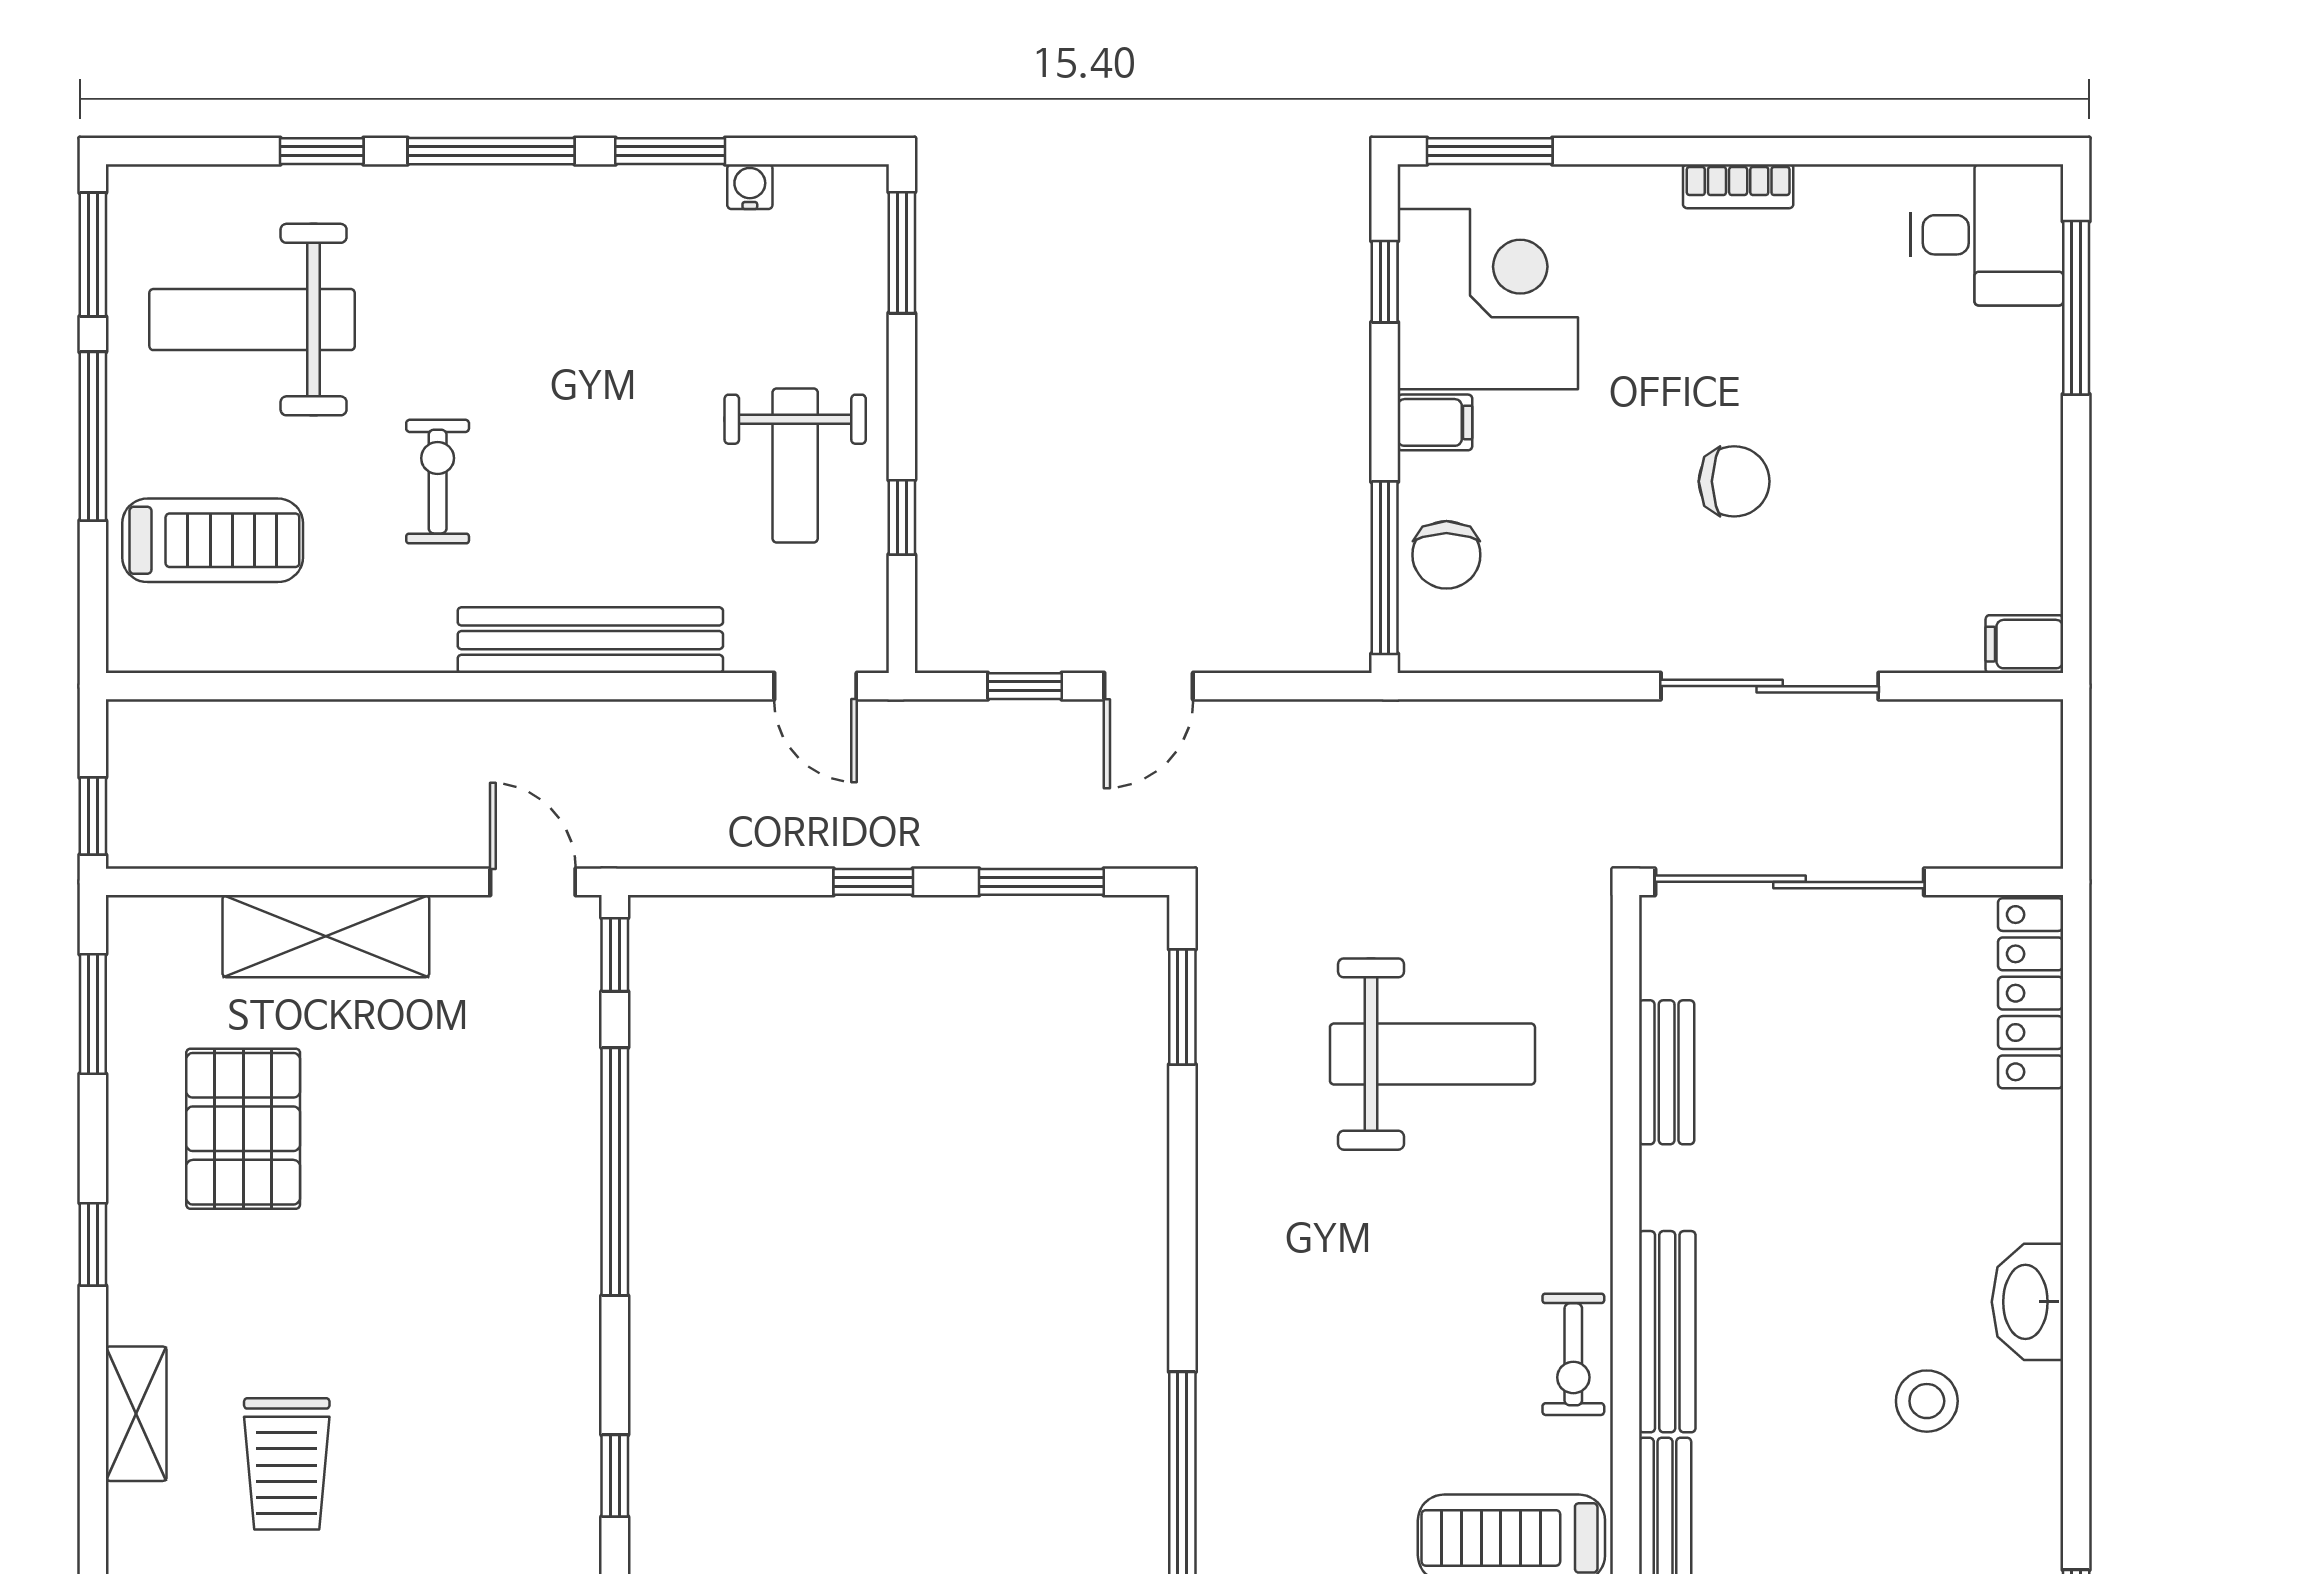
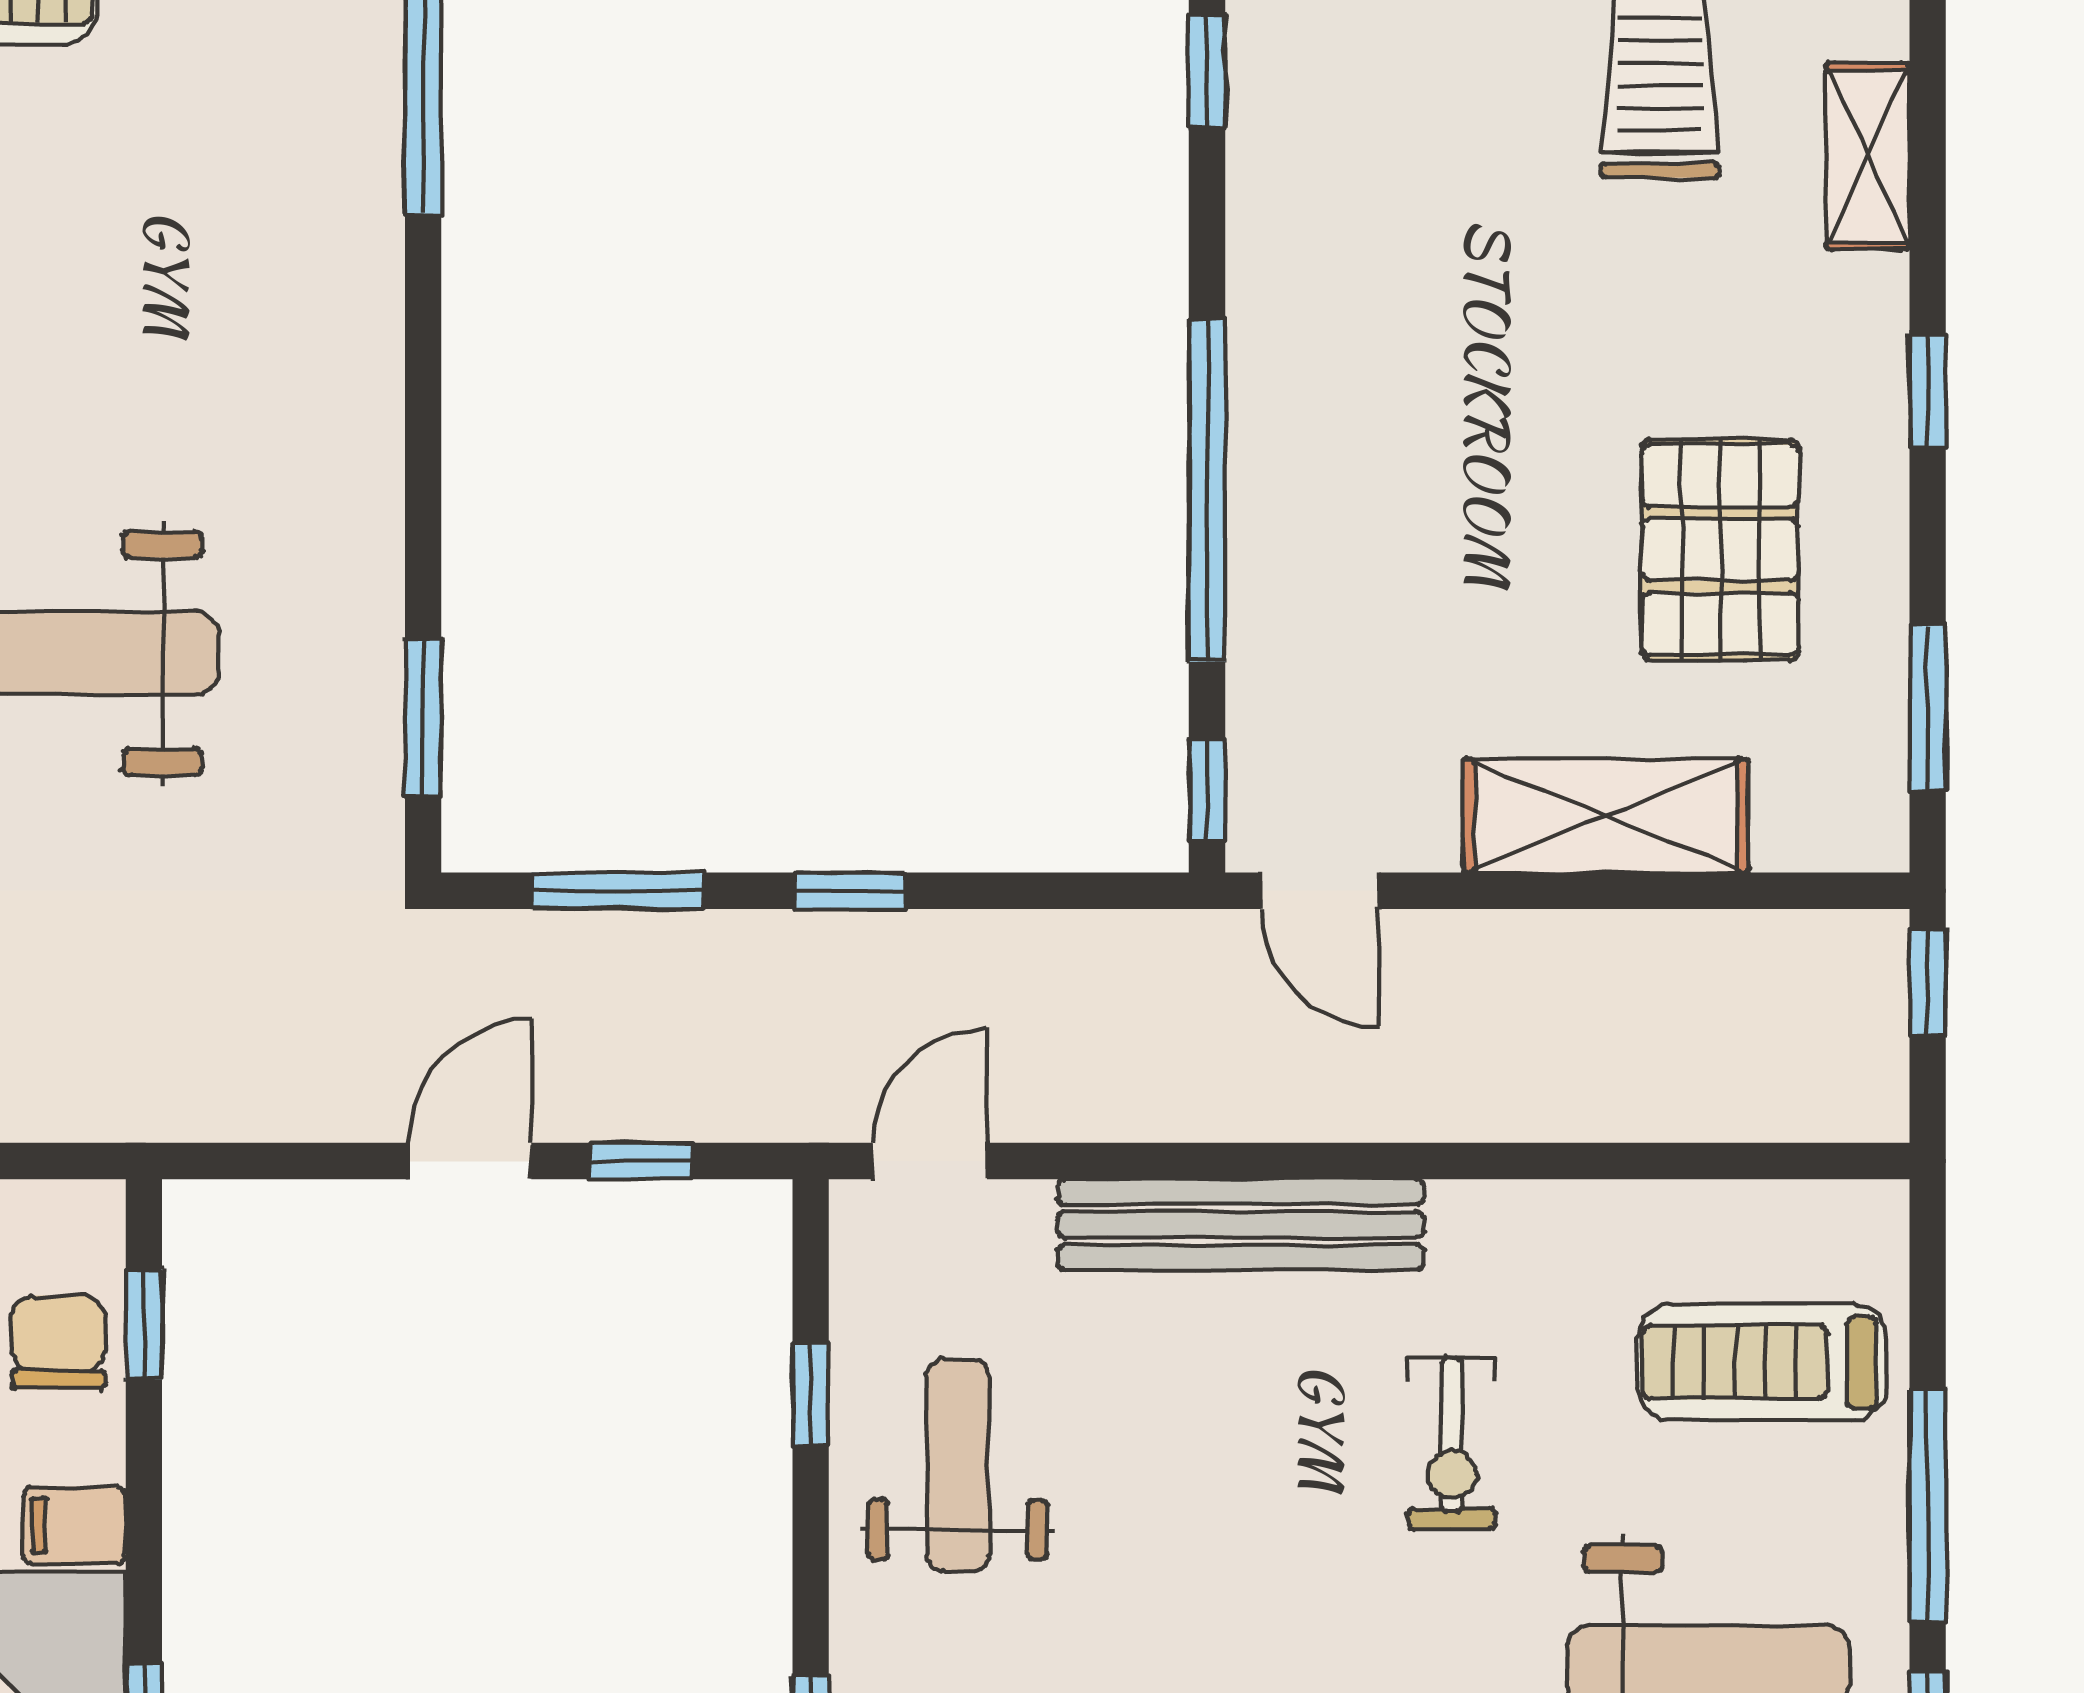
window: (1385, 568) -> (144, 1324), width x0.46
door: (815, 686) -> (930, 1161), hinge flipped

